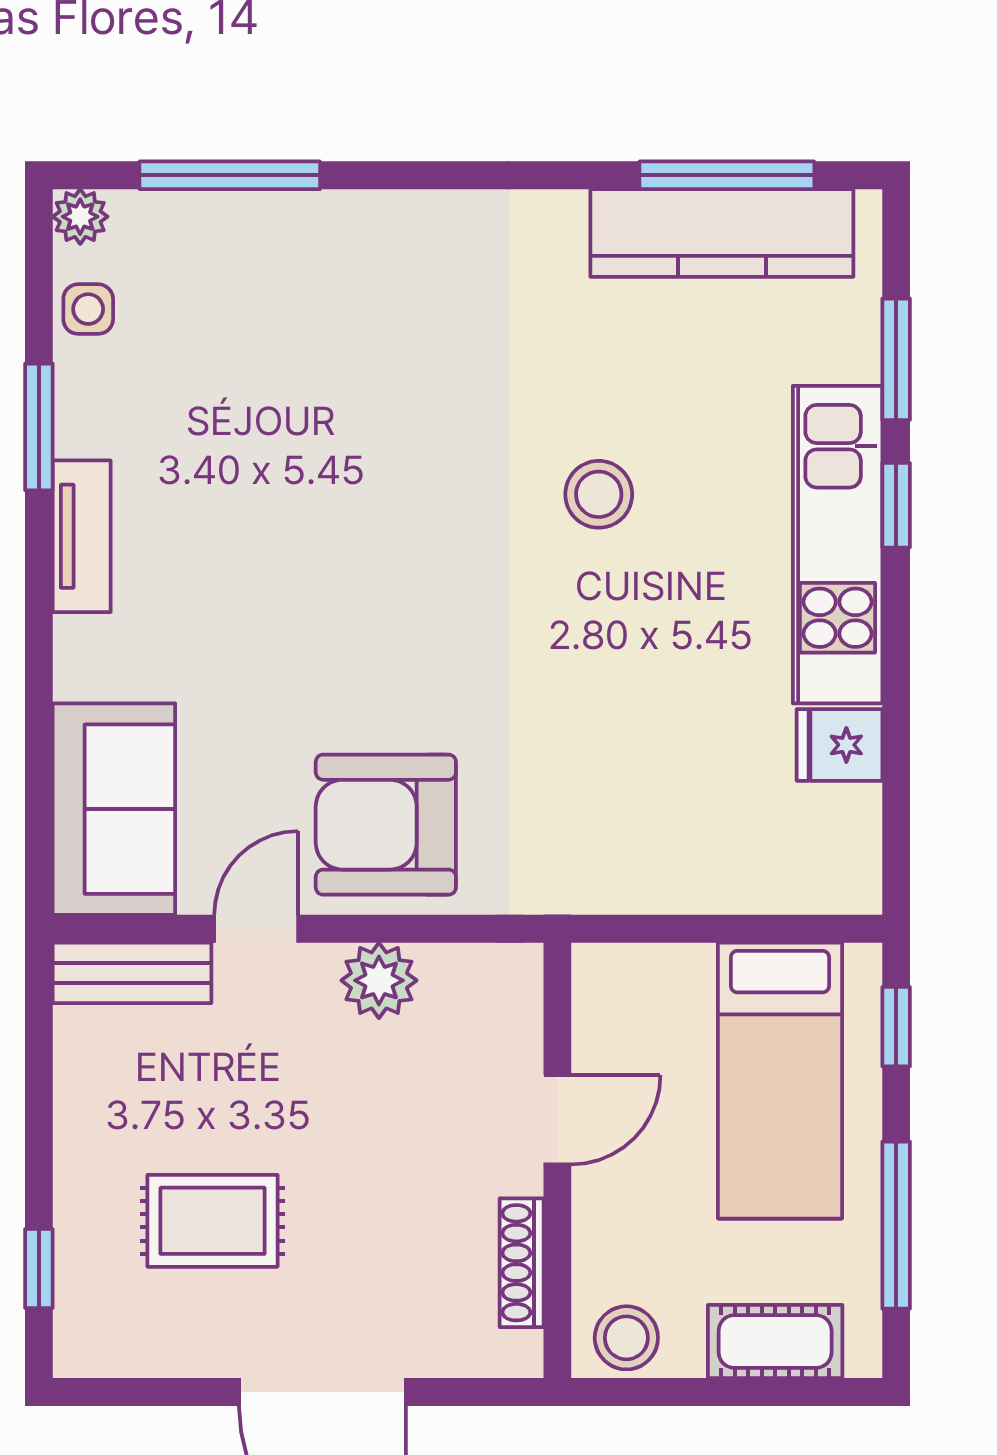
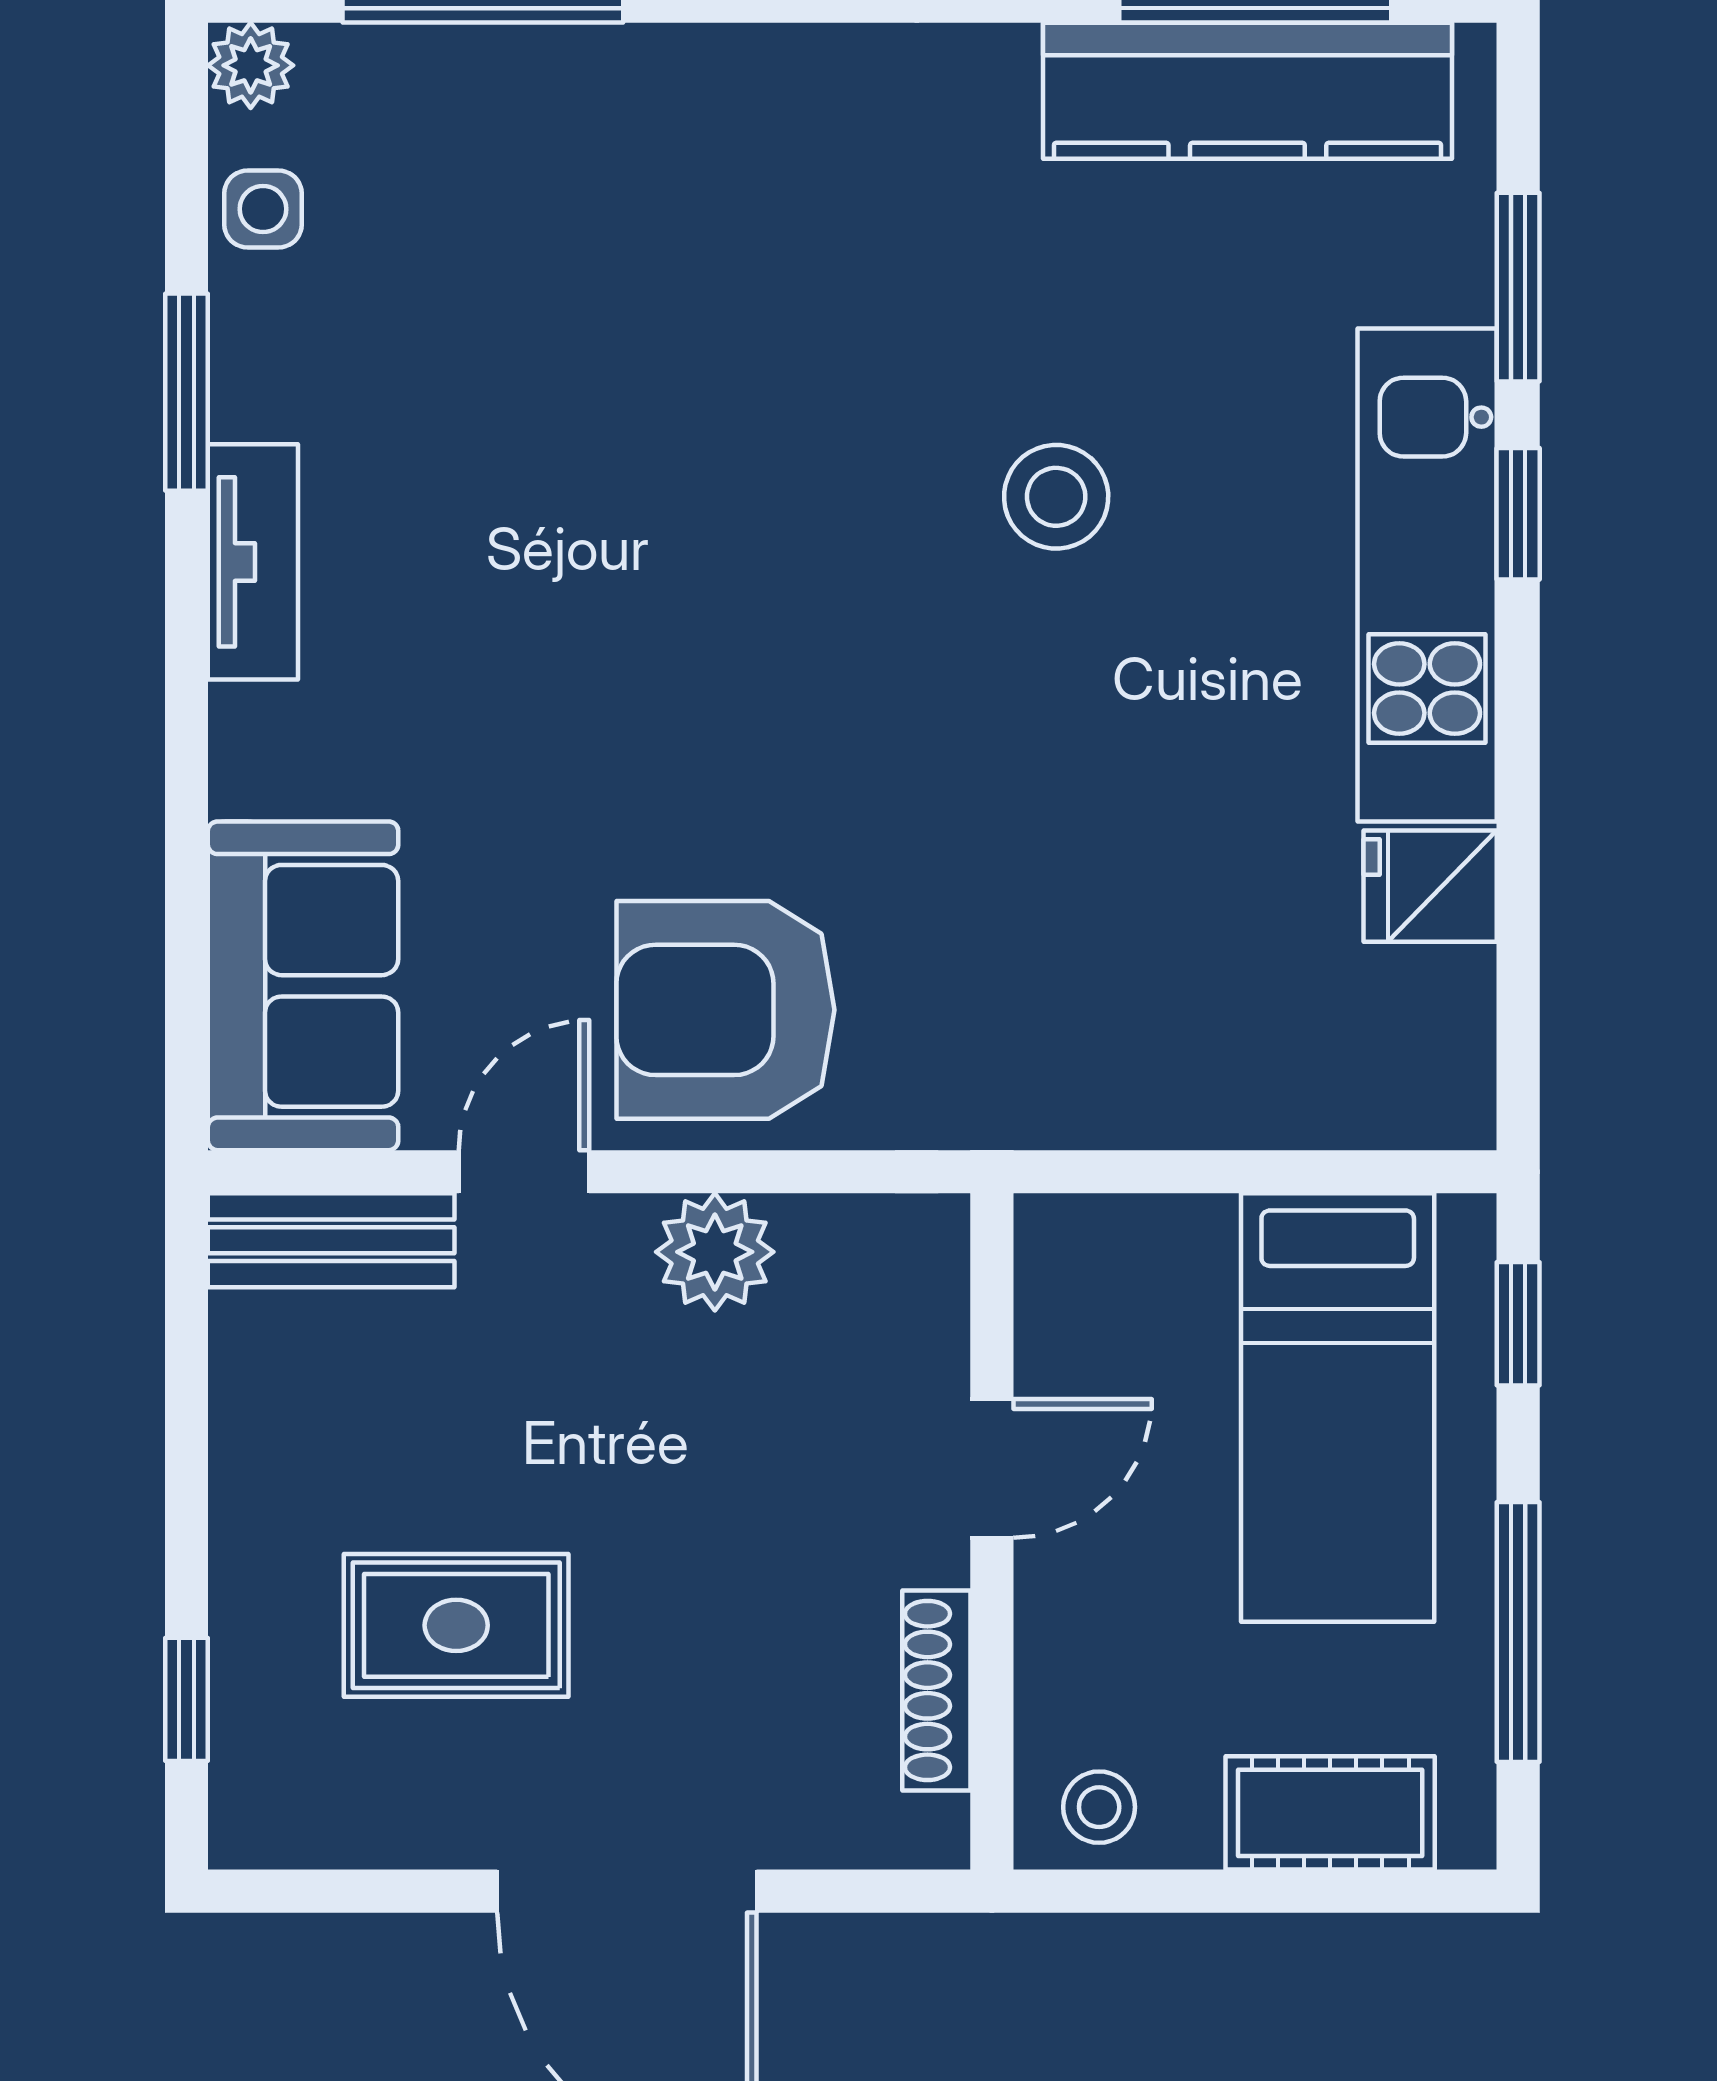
stool: (626, 1338) -> (1099, 1807), width x0.73, depth x0.73

